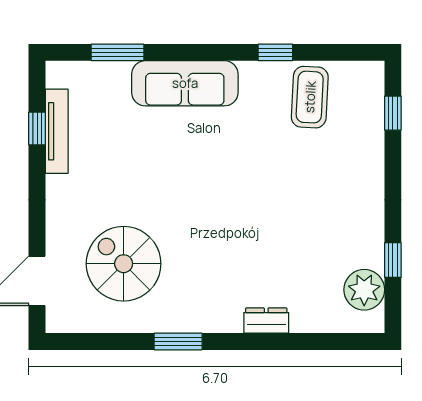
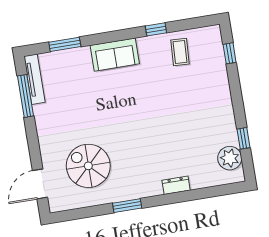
sofa: (185, 83) -> (115, 55), width x0.73
coffee table: (310, 97) -> (180, 52), width x0.73, depth x0.77
window: (37, 129) -> (26, 96), width x2.17
tv unit: (57, 131) -> (34, 79), moved

